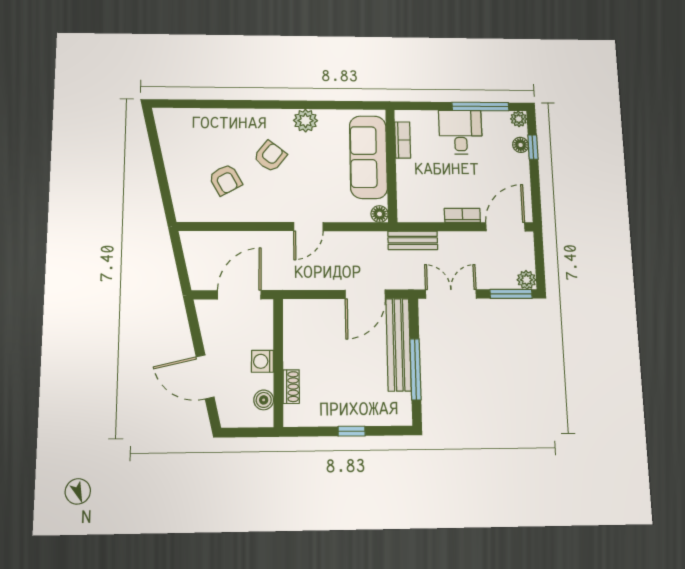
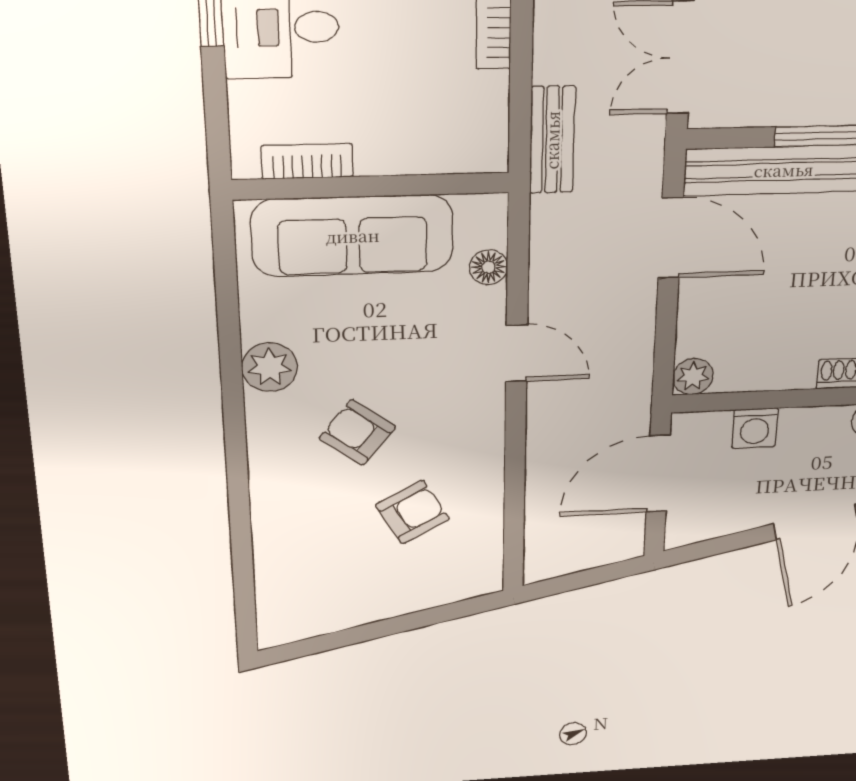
floor lamp: (380, 214) -> (489, 267), moved
door: (239, 295) -> (658, 474), hinge flipped
plant: (293, 309) -> (693, 377), added
washing machine: (262, 361) -> (755, 428), moved

